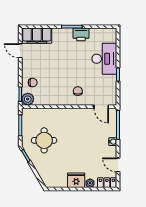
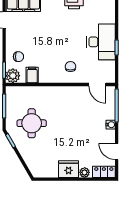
desk: (104, 59) -> (101, 42), moved
filing cabinet: (44, 98) -> (32, 75), added

